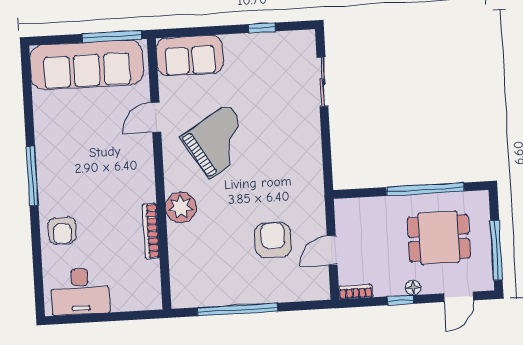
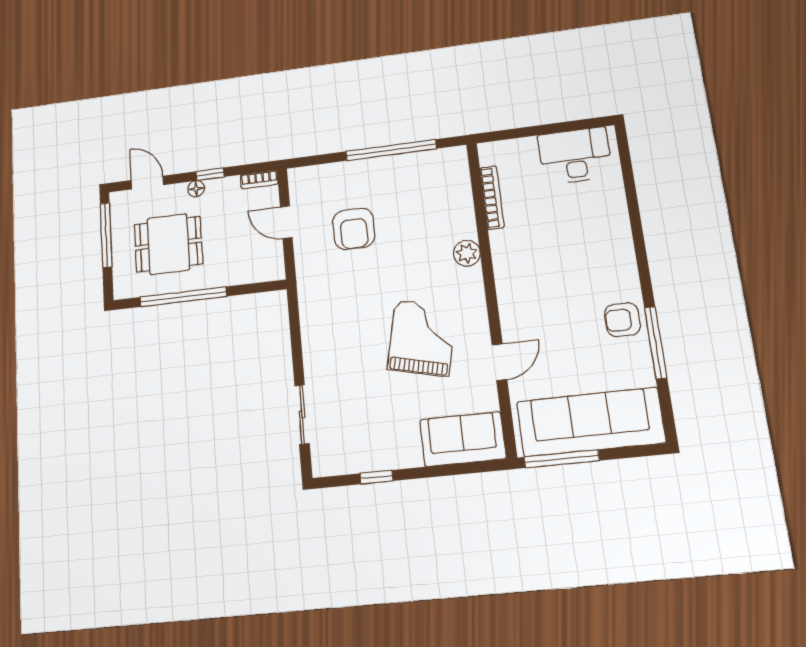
grand piano: (219, 141) -> (422, 338), turned 135
window: (32, 176) -> (656, 343), moved
plant: (181, 207) -> (467, 253), width x0.73, depth x0.73
armchair: (62, 231) -> (622, 320), moved, turned -90
bookcase: (151, 231) -> (492, 197), moved
door: (332, 250) -> (286, 222), swing flipped
door: (459, 297) -> (147, 183), hinge flipped

